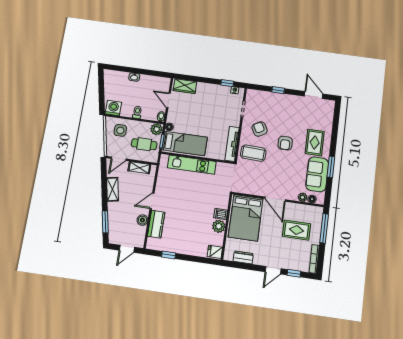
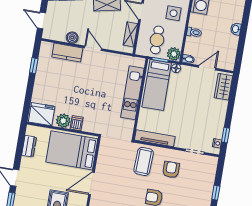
armchair: (260, 129) -> (171, 170), turned -61
fridge: (215, 252) -> (42, 114), width x1.88, depth x1.34

